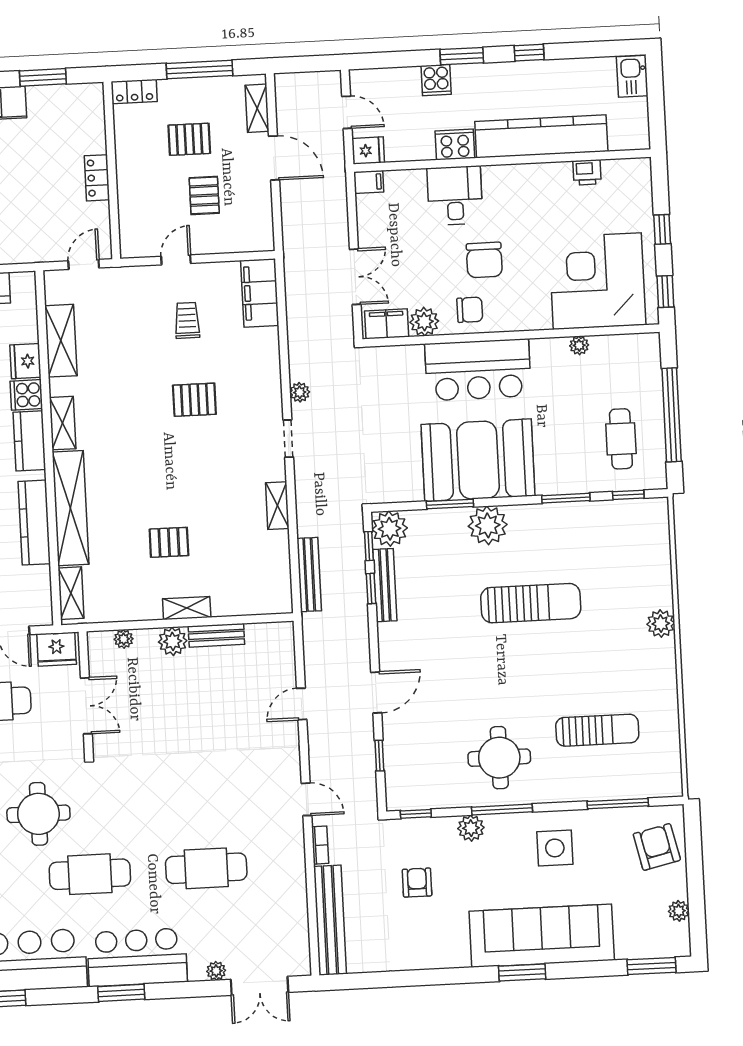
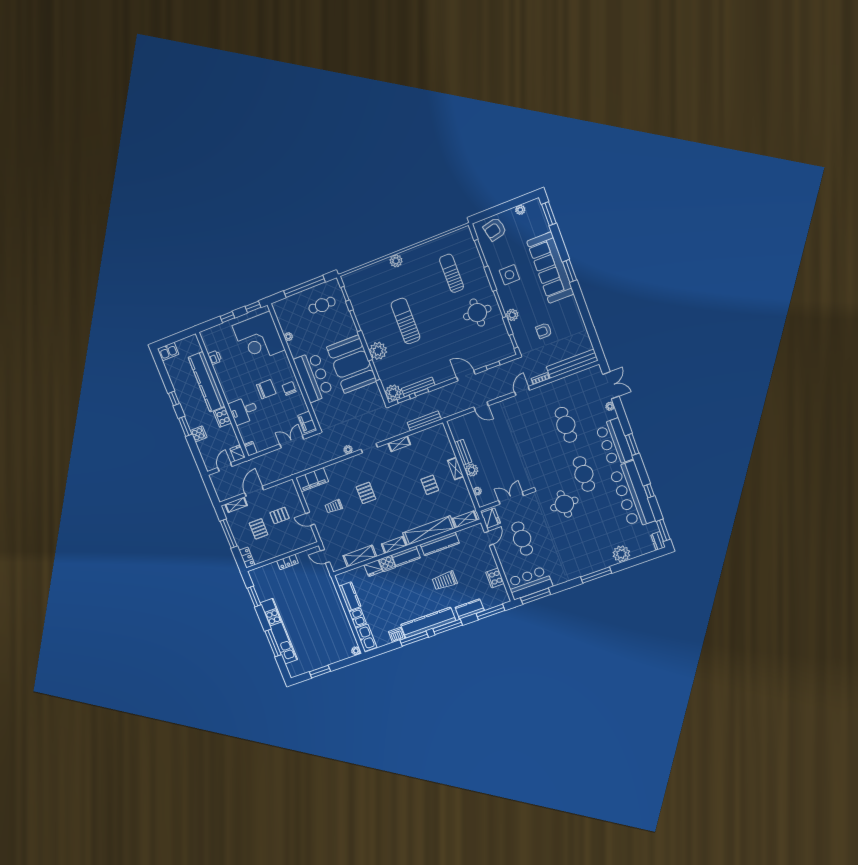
plant: (424, 322) -> (301, 406), removed

